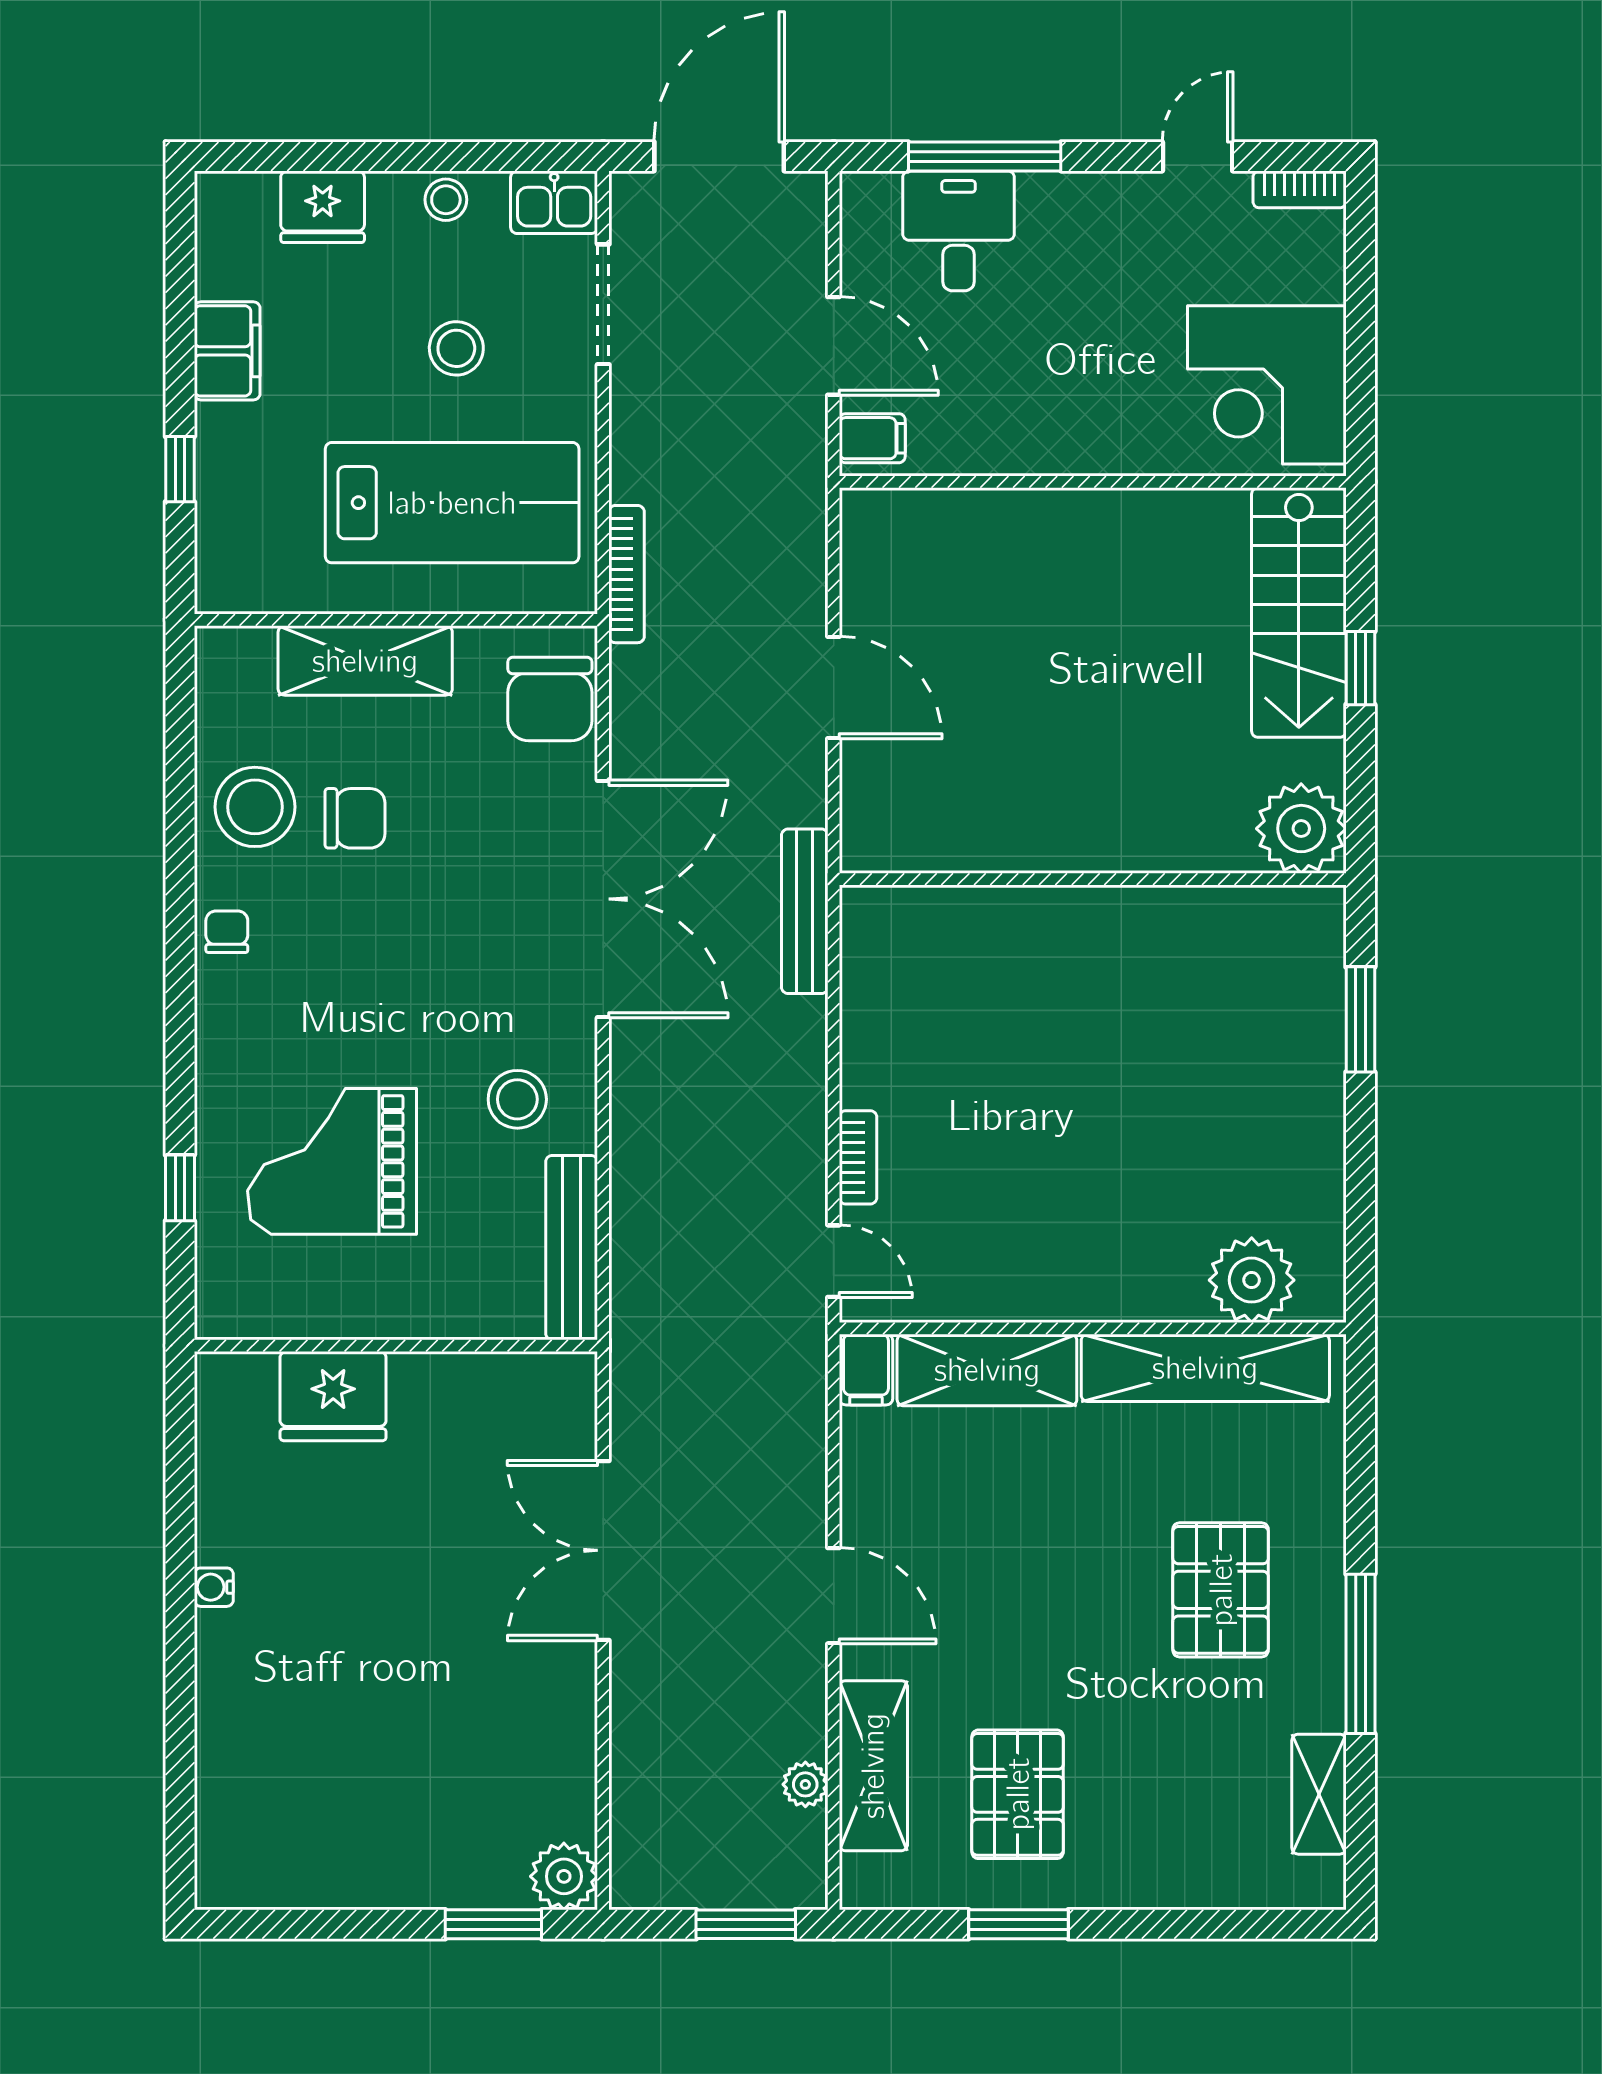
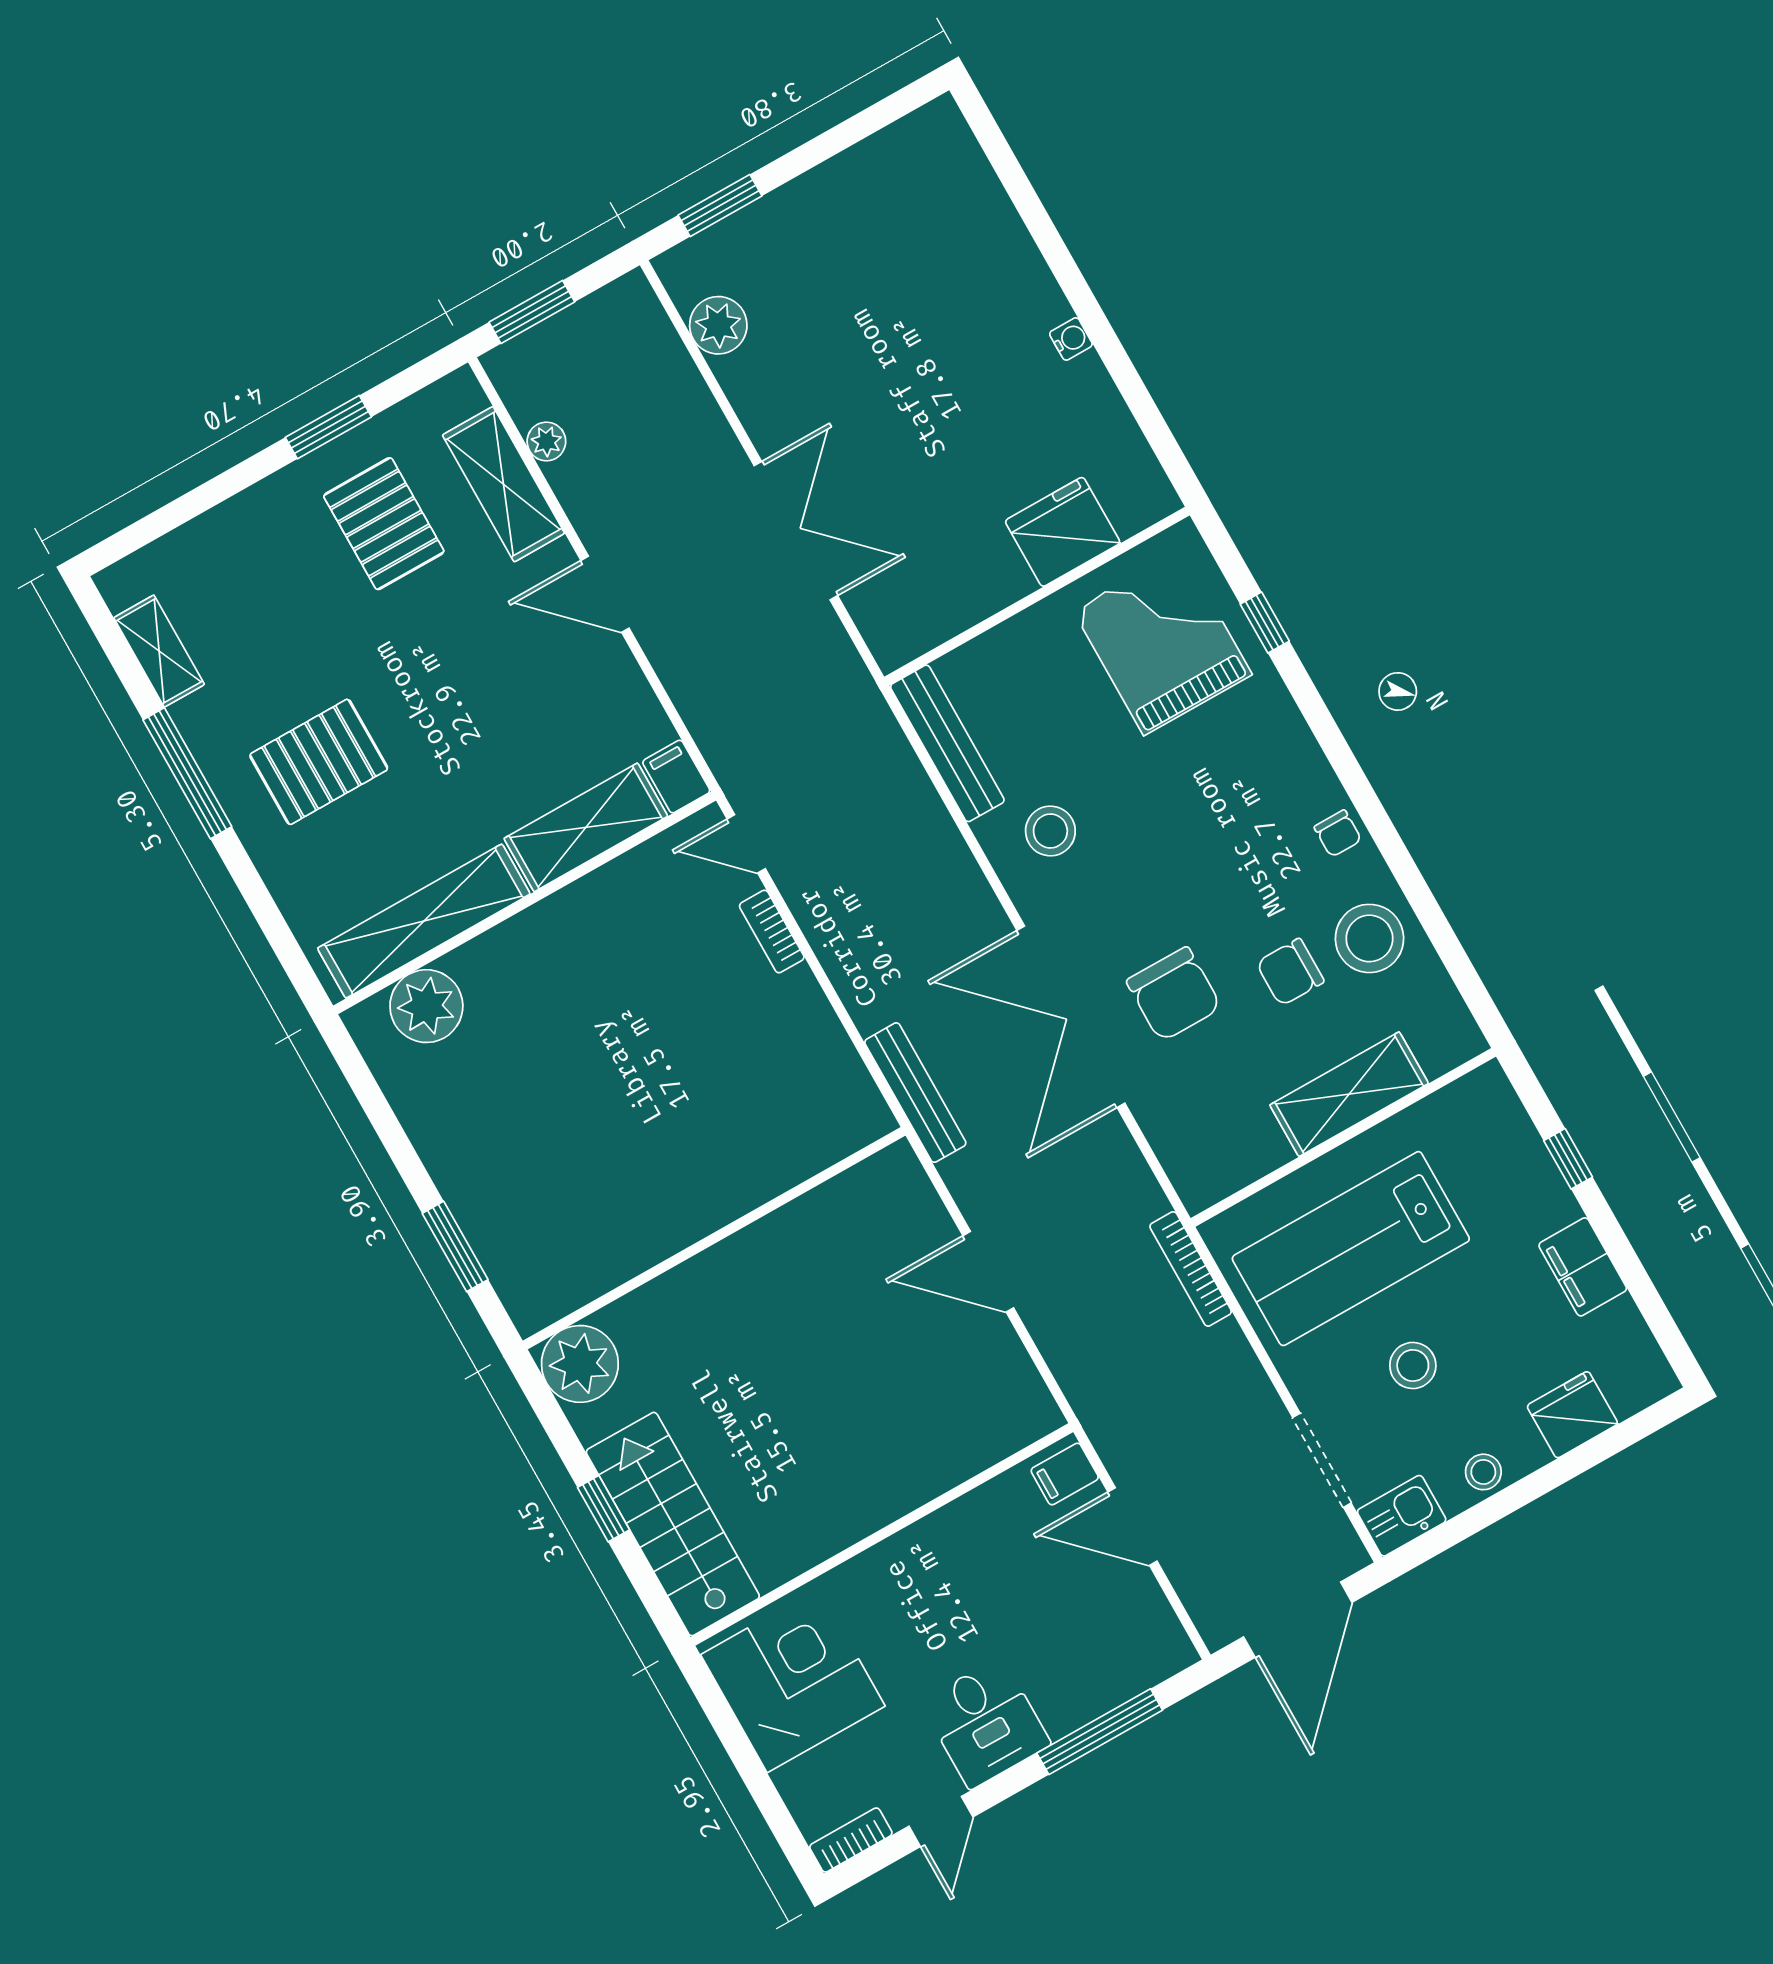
desk: (959, 231) -> (986, 1723), moved
chair: (550, 699) -> (1174, 994), moved, turned 180
grand piano: (332, 1161) -> (1162, 642), moved, turned -90
pallet: (1221, 1590) -> (319, 762), turned 90
plant: (564, 1876) -> (718, 325), moved

